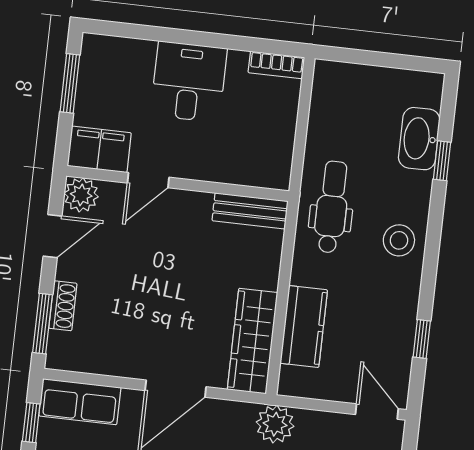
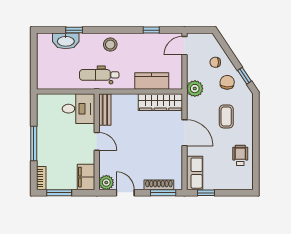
window: (190, 38) -> (34, 144), added
bookcase: (276, 65) -> (41, 178), moved
desk: (189, 82) -> (78, 109), moved, turned 180
door: (148, 180) -> (97, 141), moved
shoe rack: (63, 306) -> (159, 185), width x1.43

